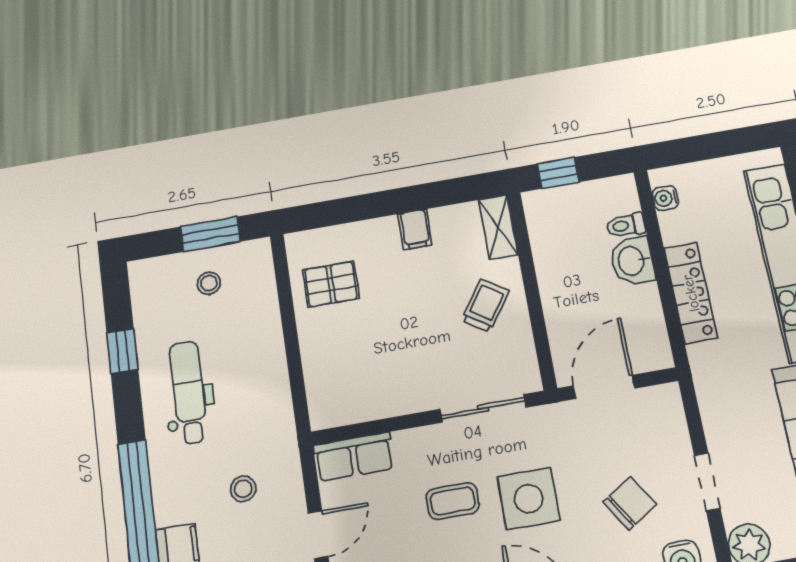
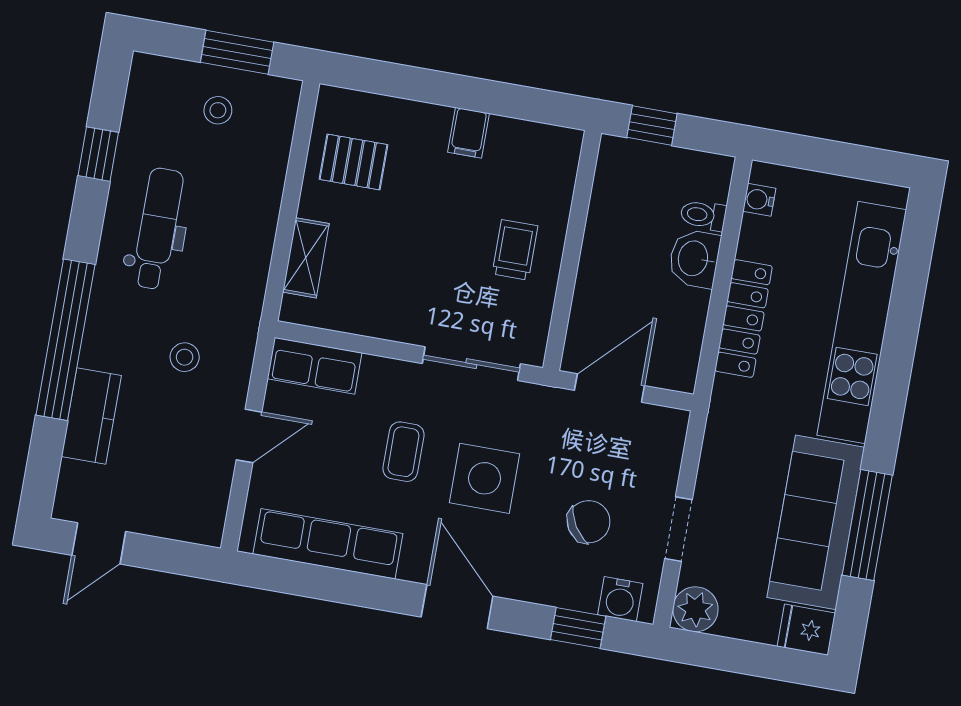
shelving: (498, 227) -> (306, 258), moved
trolley: (485, 306) -> (515, 250), turned -34
coffee table: (453, 501) -> (403, 452), turned 90

